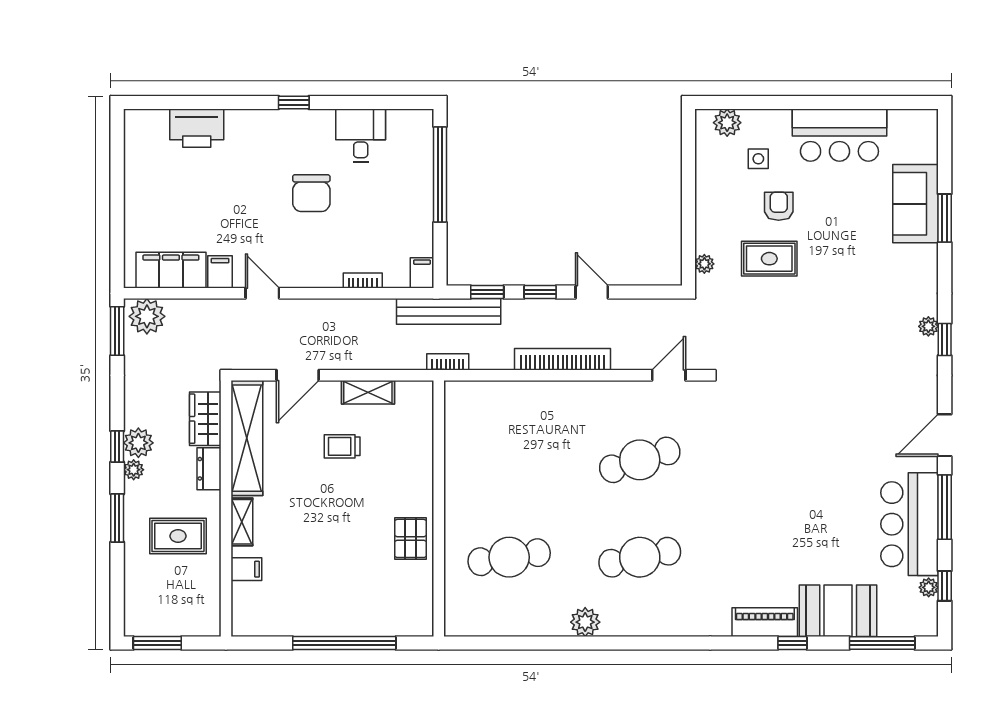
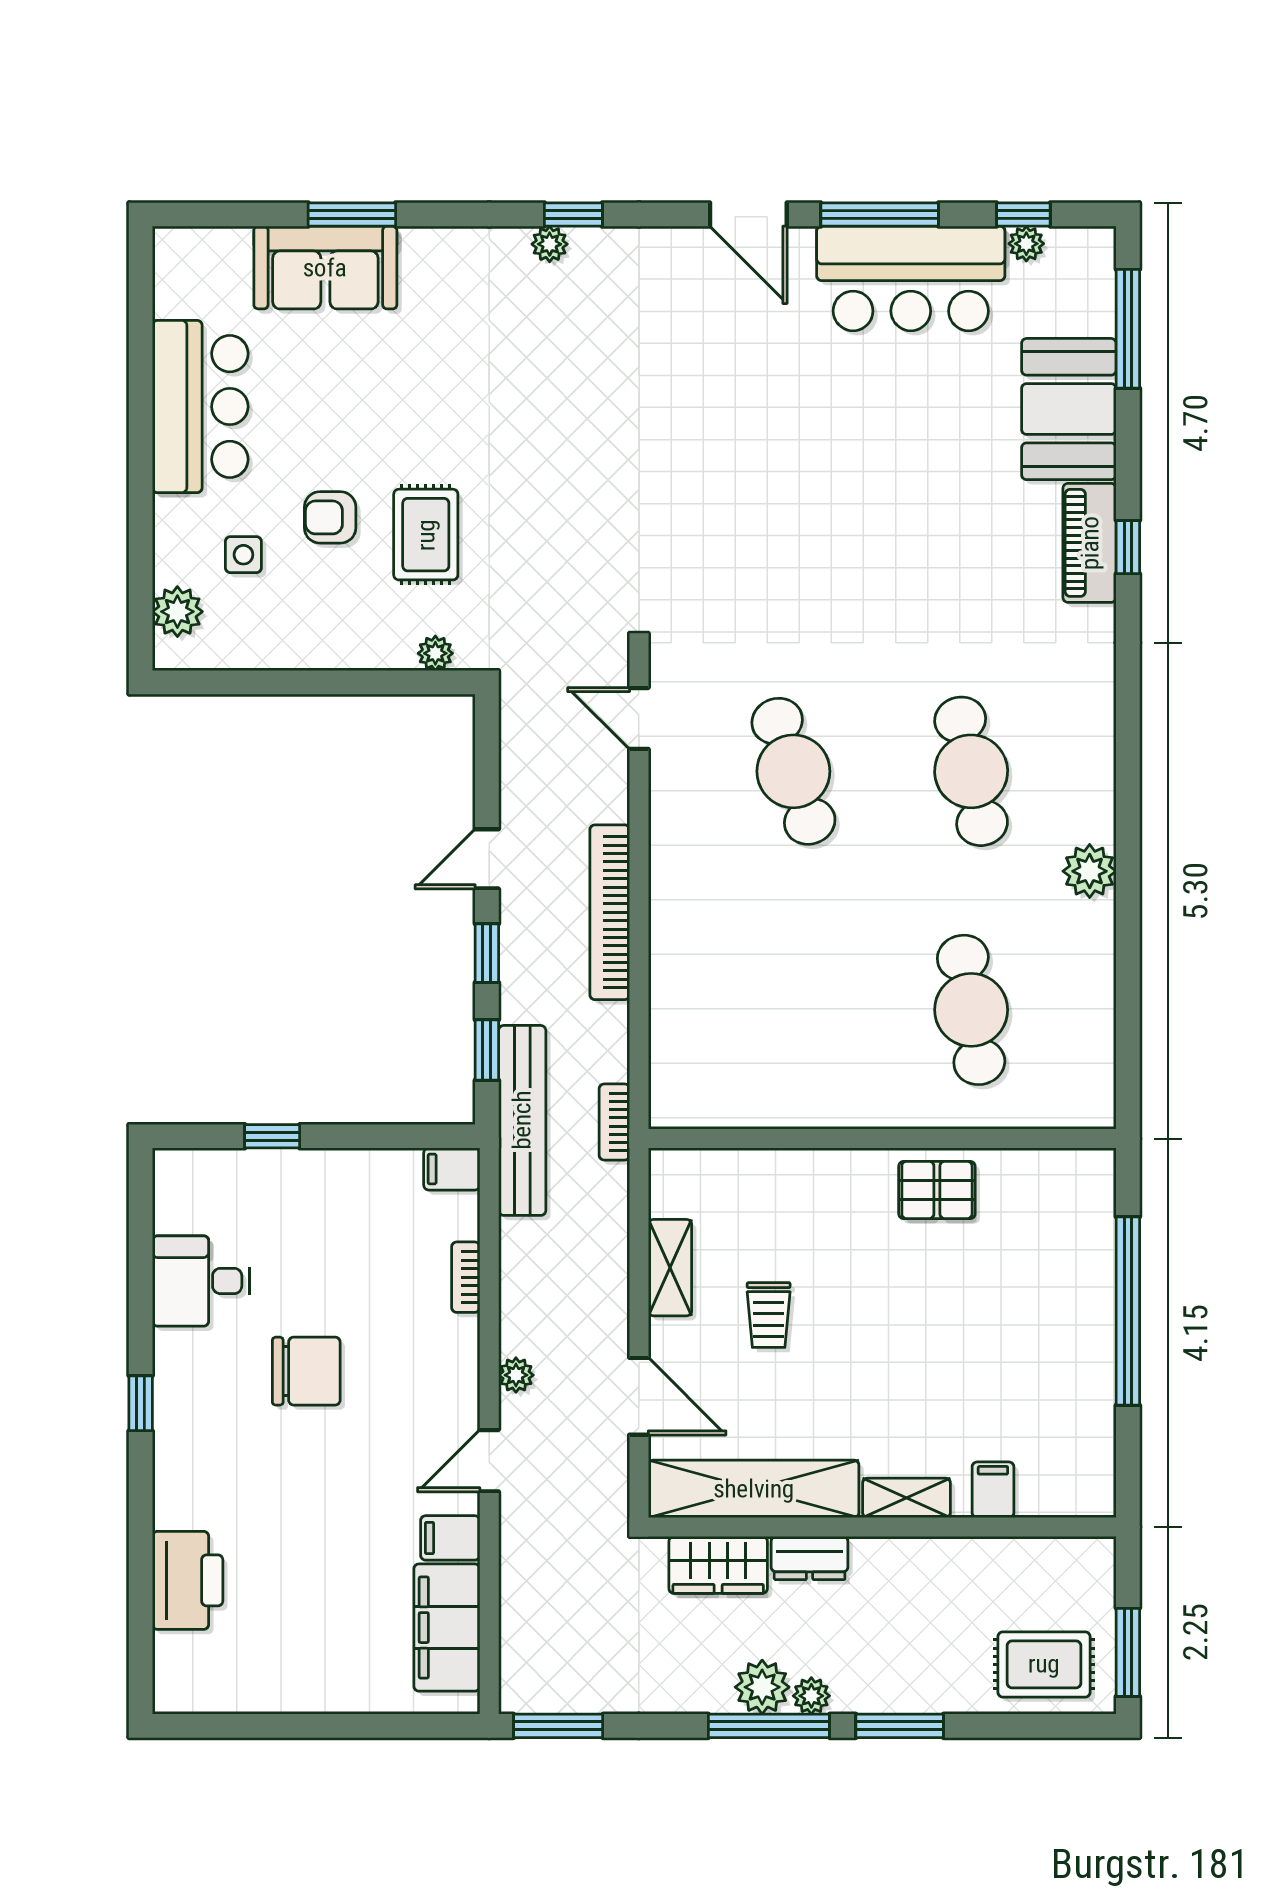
window: (440, 175) -> (272, 1136), width x0.32
plant: (147, 316) -> (516, 1375), moved, width x0.53, depth x0.53
window: (117, 447) -> (769, 1726), width x2.17
rug: (178, 536) -> (1044, 1664), moved, turned 90
window: (792, 643) -> (1128, 547), moved

